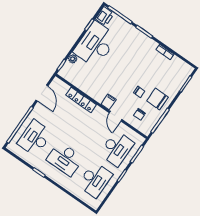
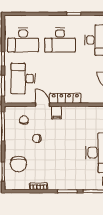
chair: (157, 99) -> (18, 164), moved, turned 90
locker: (81, 100) -> (65, 98), moved
desk: (65, 159) -> (60, 40), turned 180
desk: (95, 180) -> (23, 40), turned -90

